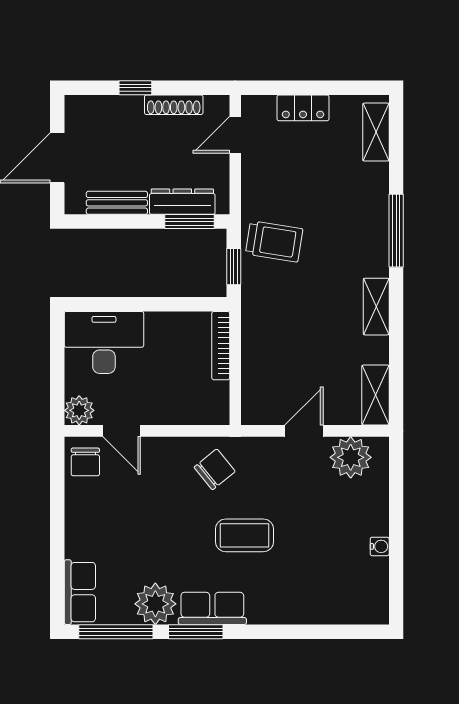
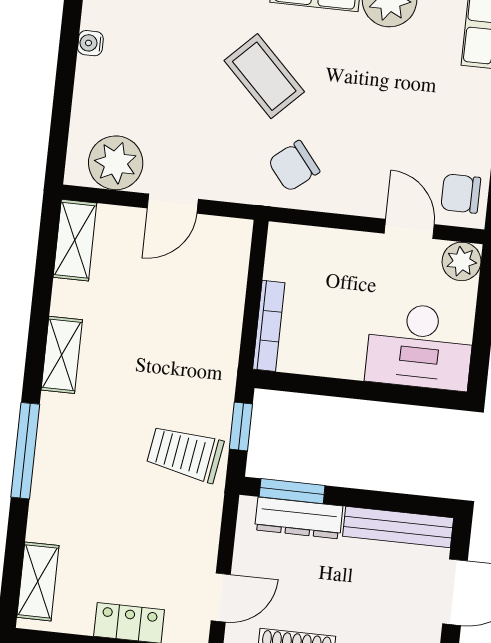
bench: (117, 203) -> (398, 527), width x1.36
chair: (85, 462) -> (461, 194), turned -90
coffee table: (244, 535) -> (264, 76), turned 45

